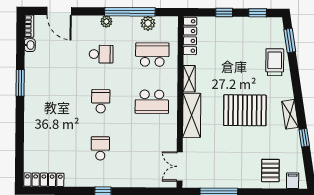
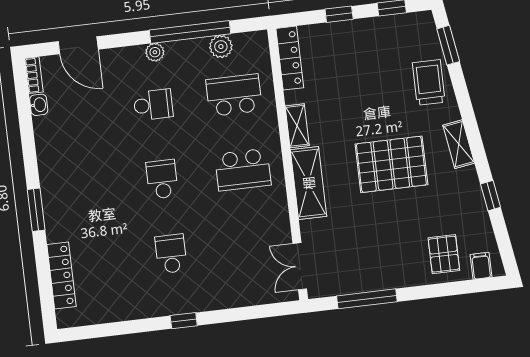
window: (20, 83) -> (36, 210), moved
shelving: (290, 114) -> (459, 144), moved
locker: (44, 180) -> (62, 276), moved, turned 90

